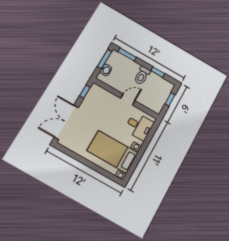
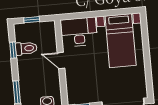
toilet: (142, 76) -> (26, 48), moved
desk: (139, 126) -> (79, 32), width x1.37

